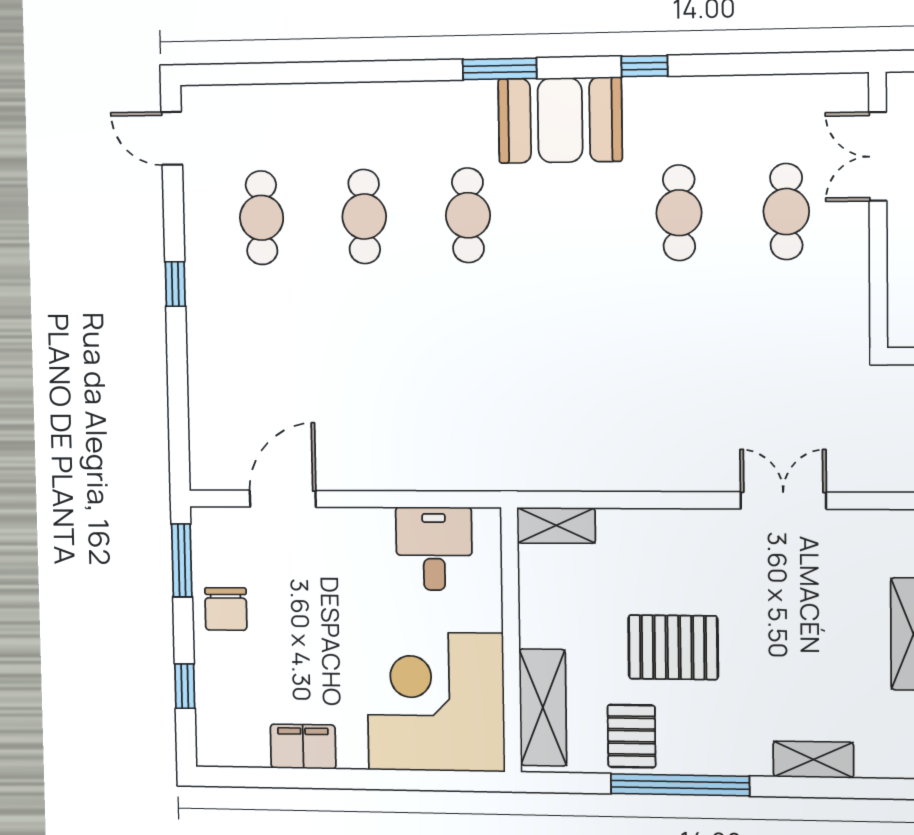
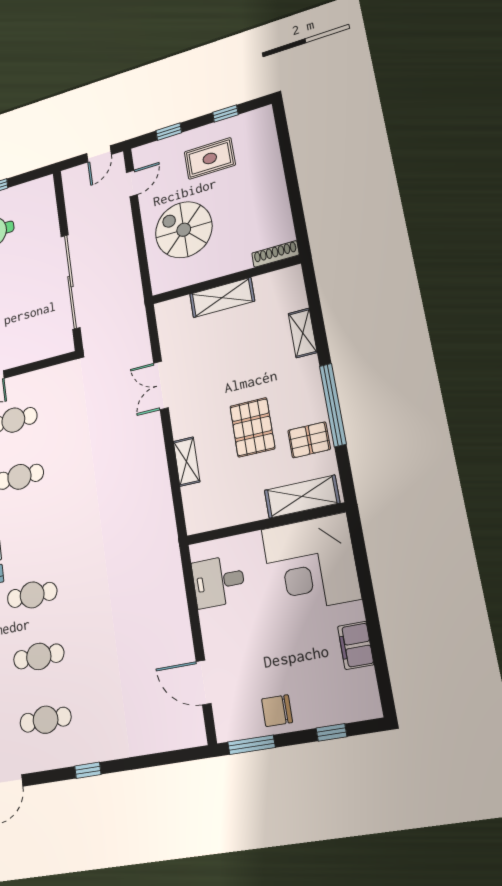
shelving: (556, 525) -> (187, 462), moved
chair: (226, 609) -> (277, 711), turned 180

